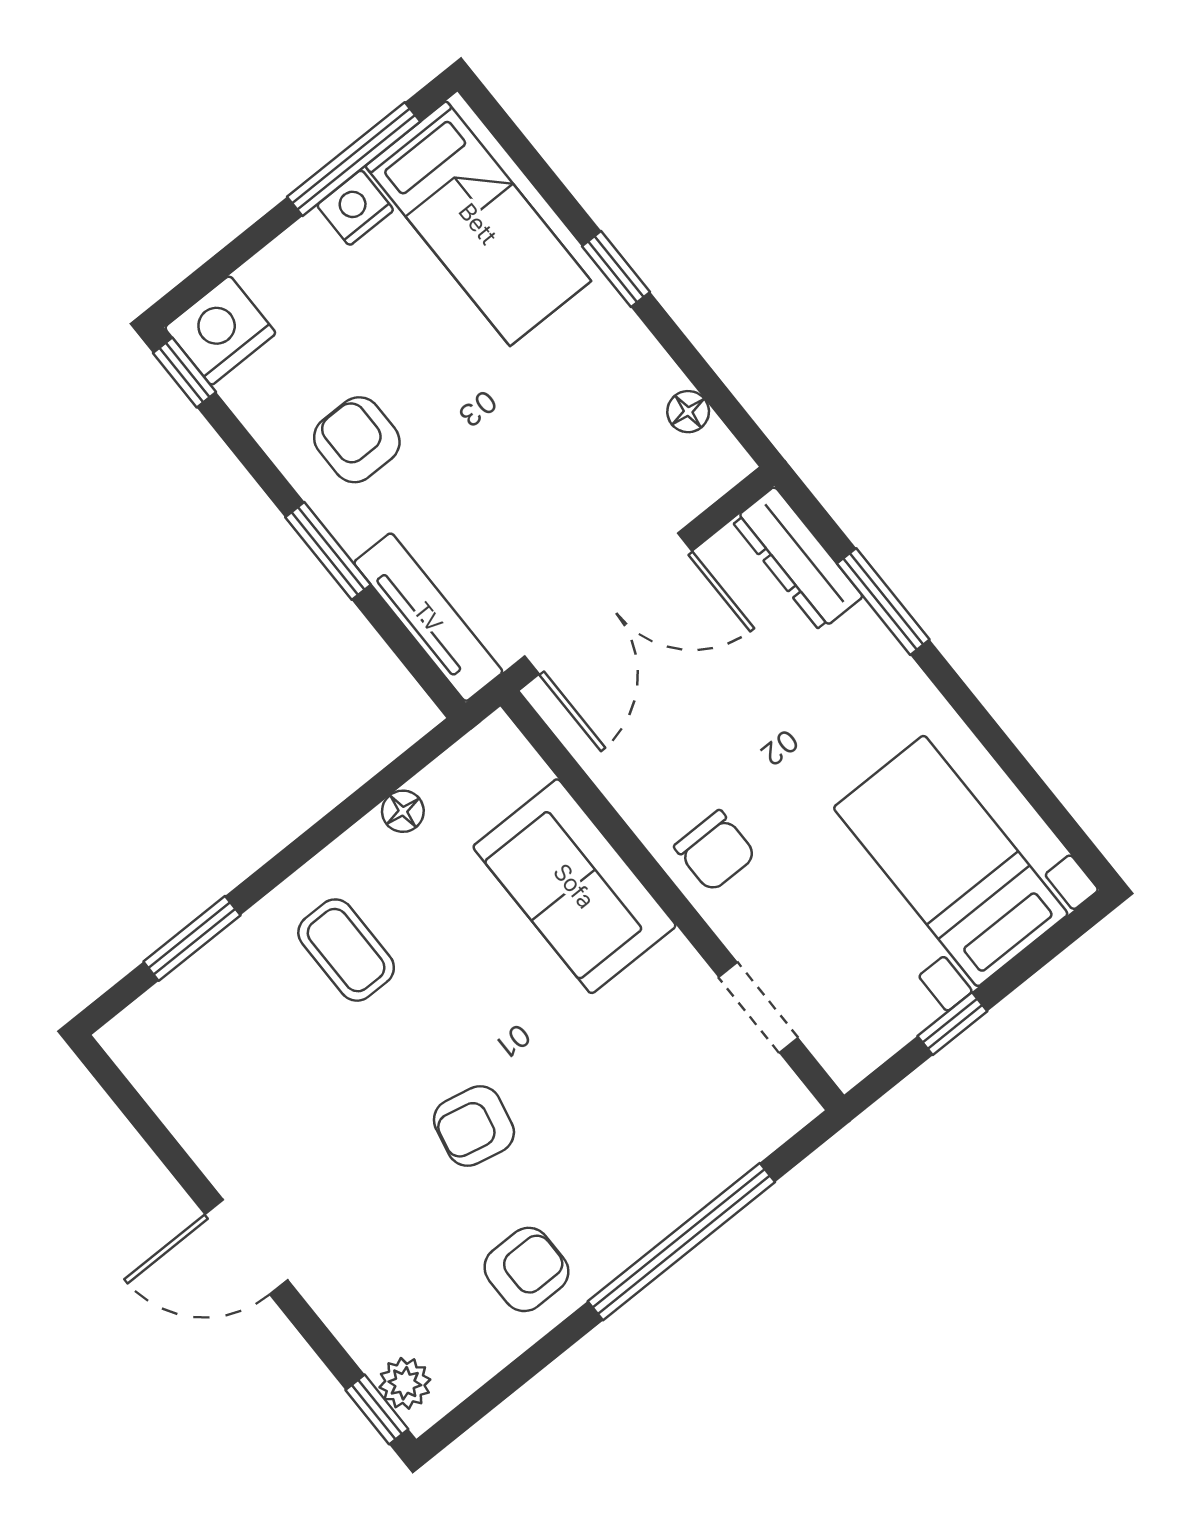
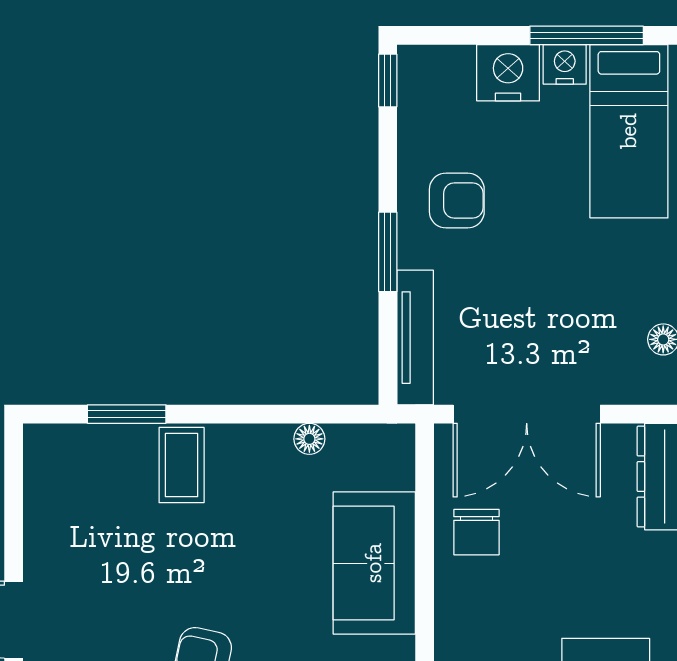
nightstand: (220, 330) -> (508, 73), moved
armchair: (357, 440) -> (457, 201), turned 90
chair: (715, 851) -> (476, 532), moved
coffee table: (346, 950) -> (182, 465), moved

